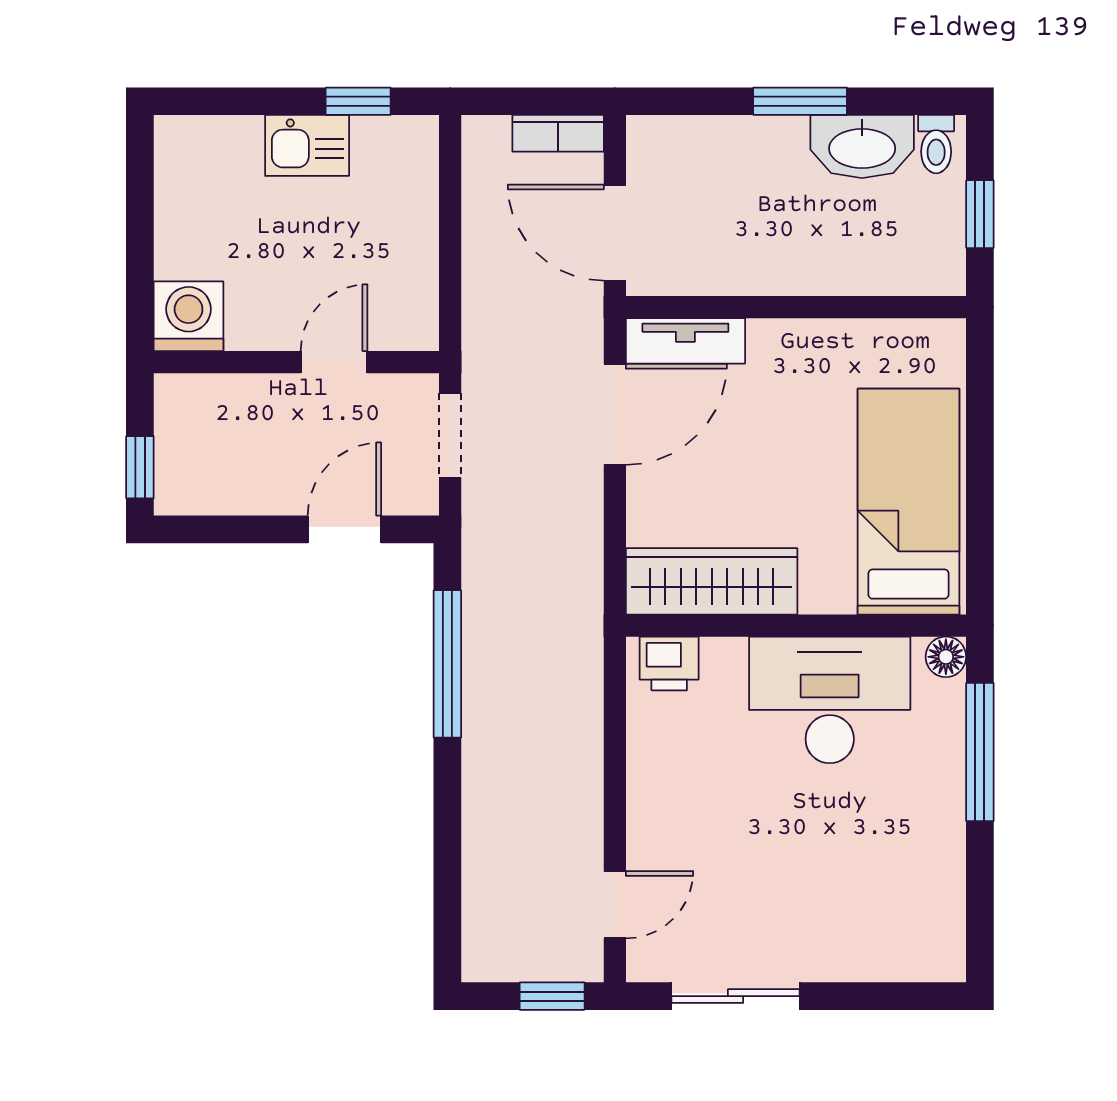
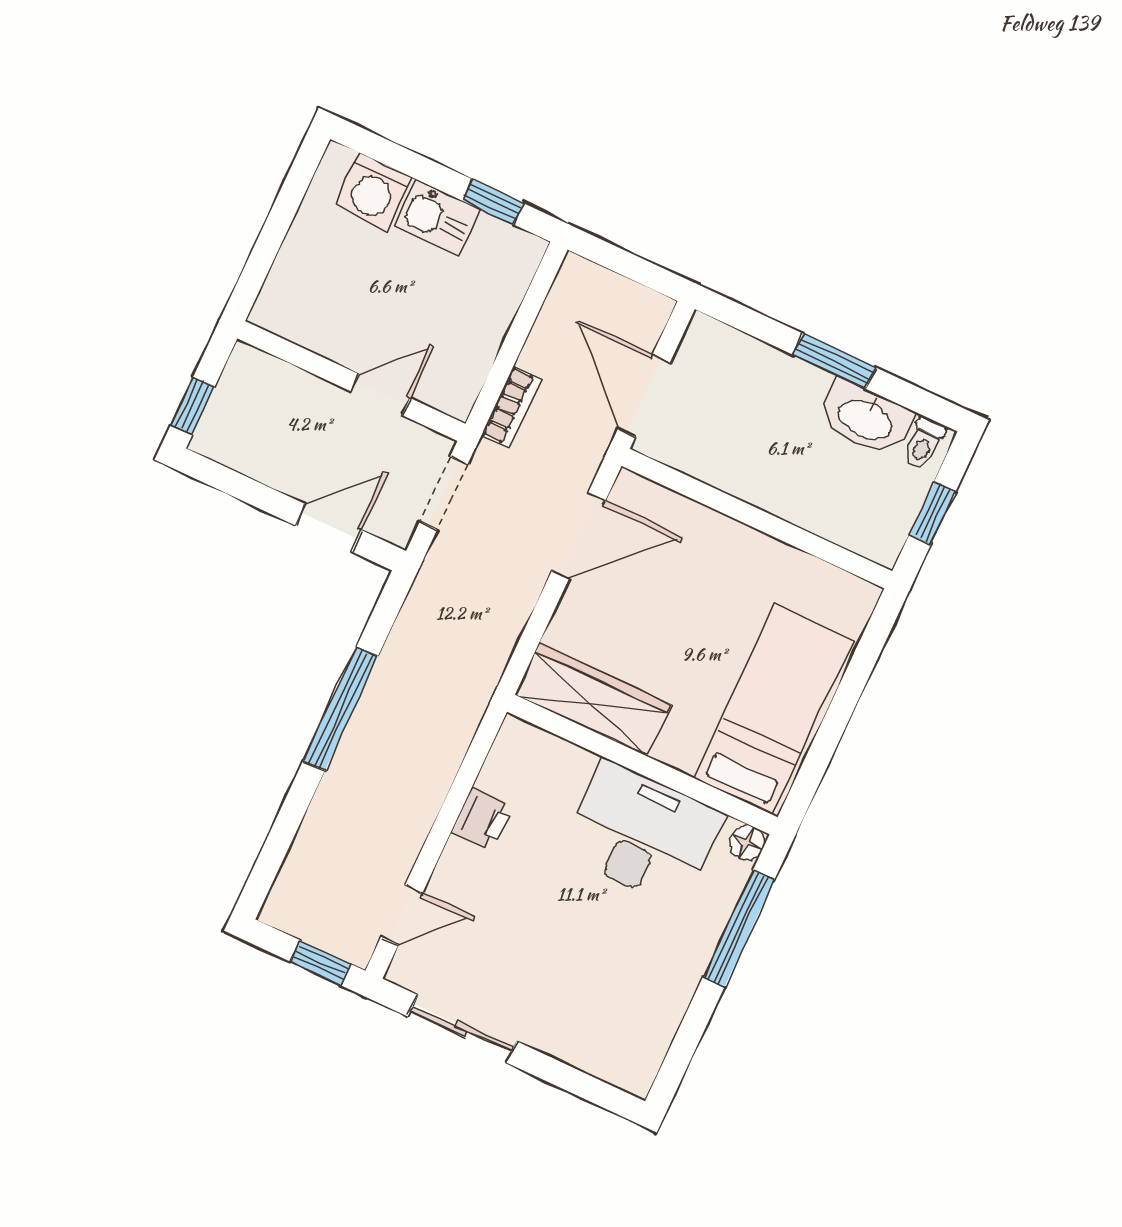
bookcase: (558, 133) -> (511, 407), moved, turned -90
washing machine: (189, 316) -> (373, 192), moved, turned 180
tv unit: (685, 341) -> (659, 505), removed
printer: (669, 663) -> (482, 819), moved, turned -90
window: (447, 664) -> (341, 709), moved

